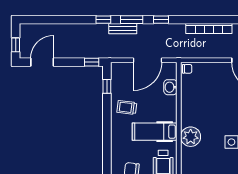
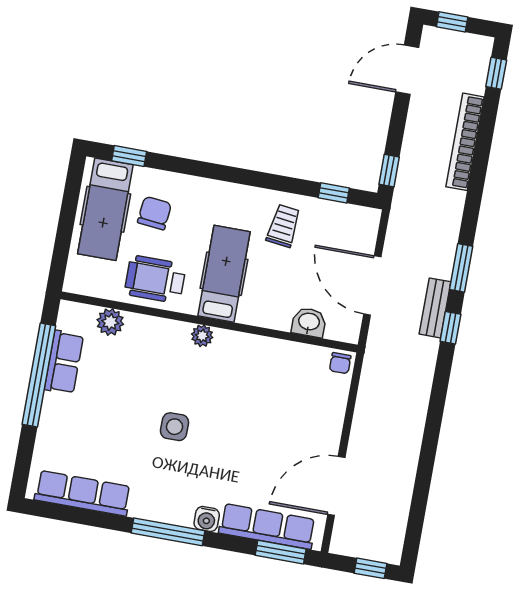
window: (103, 20) -> (496, 73), moved
bookcase: (209, 28) -> (465, 142), moved
bench: (123, 29) -> (435, 308), moved
door: (42, 62) -> (407, 70), swing flipped
plant: (191, 137) -> (202, 336), width x0.53, depth x0.53

